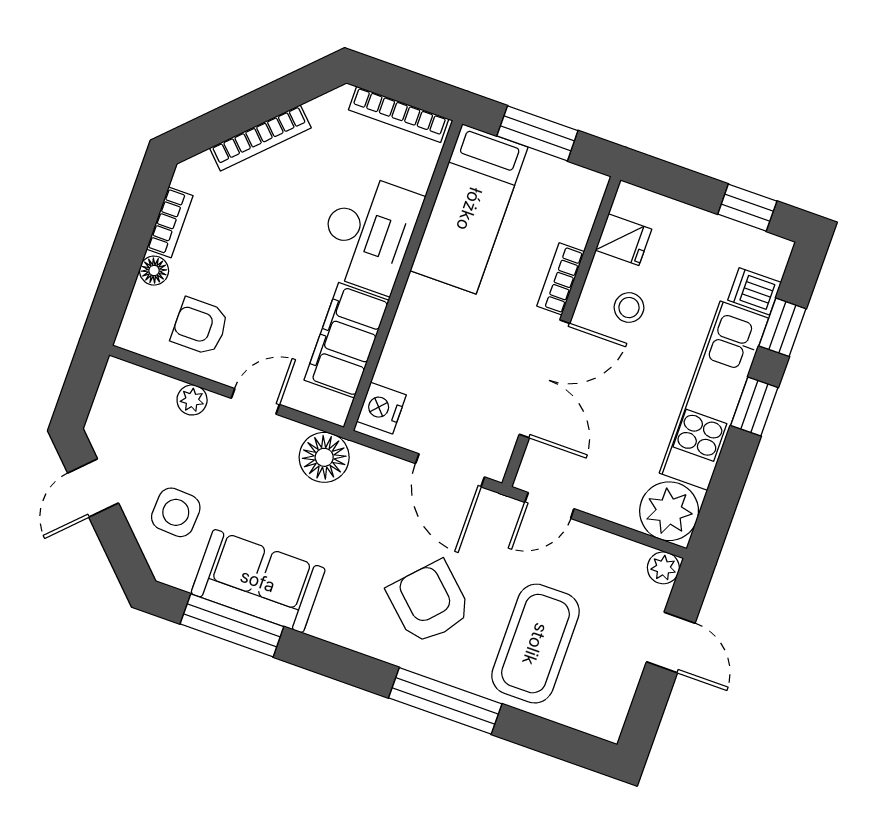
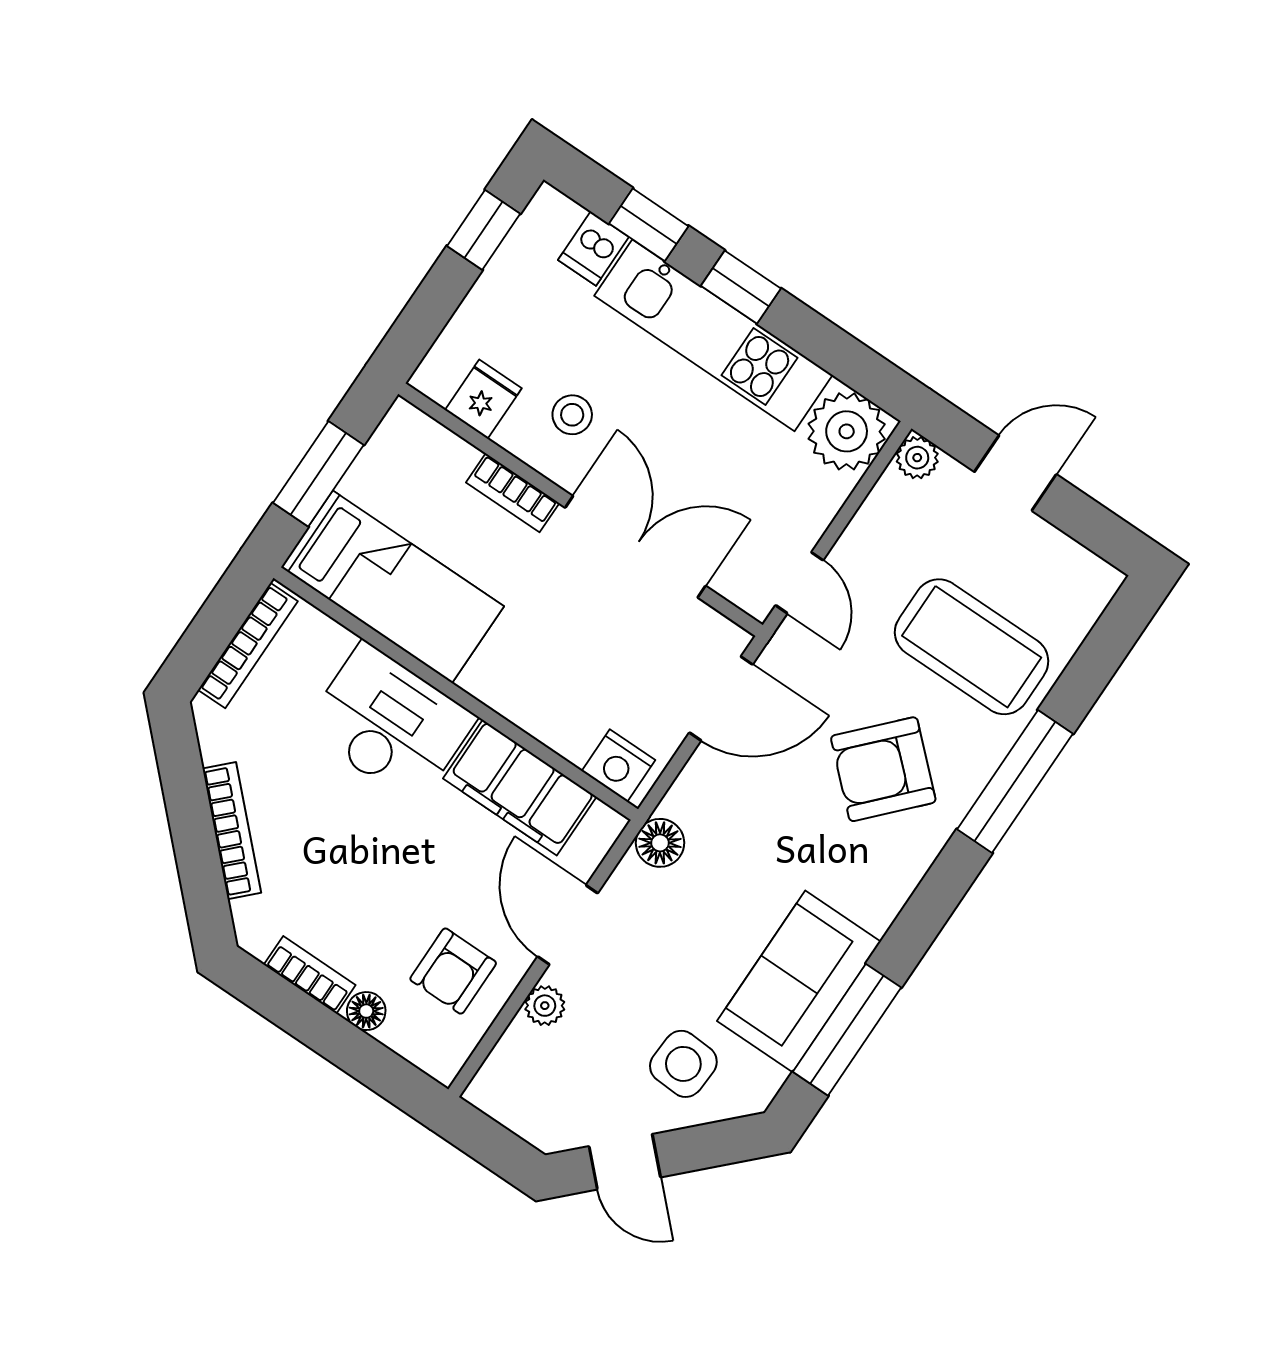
door: (255, 401) -> (568, 925), width x1.38
floor lamp: (324, 457) -> (660, 843), width x0.73, depth x0.73

